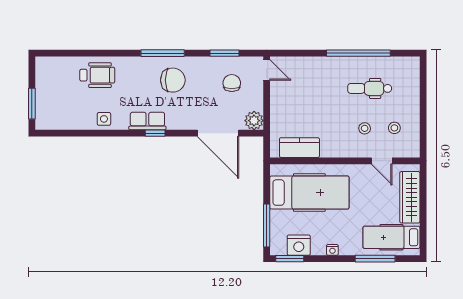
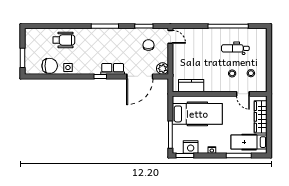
chair: (173, 80) -> (50, 66), moved
row of seats: (147, 121) -> (113, 69), moved
door: (218, 133) -> (140, 76), hinge flipped

